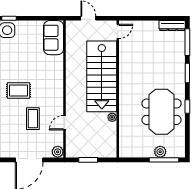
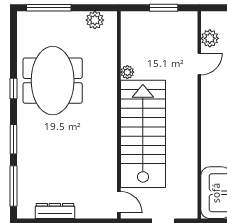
dresser: (172, 26) -> (55, 211), moved
door: (118, 31) -> (119, 202), swing flipped
plant: (58, 152) -> (210, 38), moved
plant: (160, 152) -> (95, 20), moved

